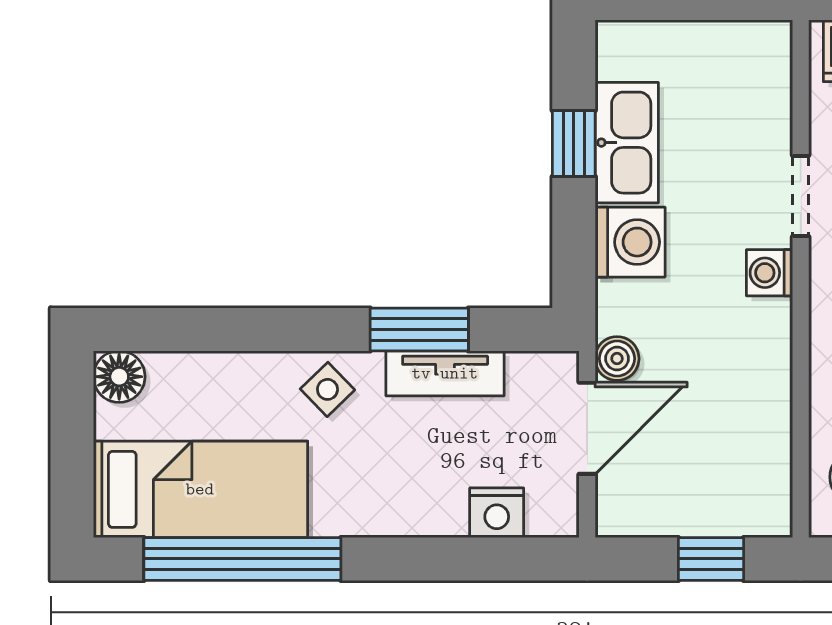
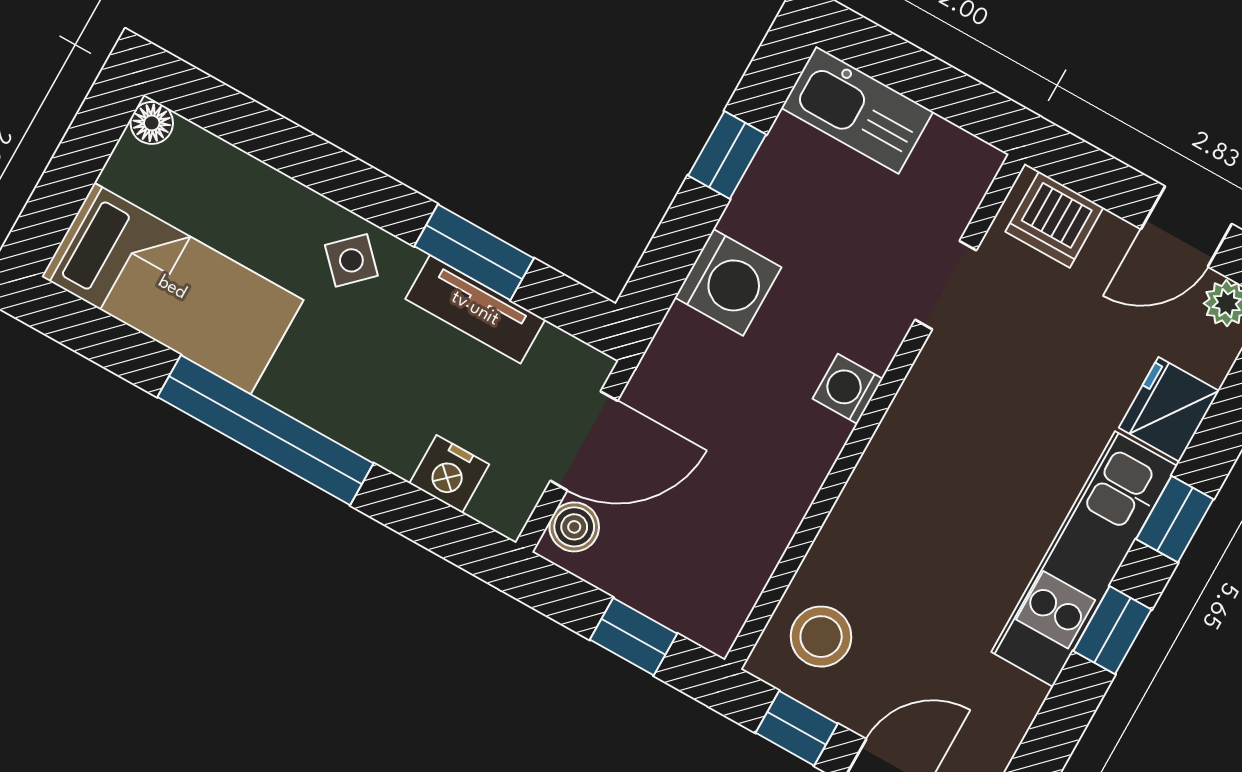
kitchen sink: (627, 143) -> (857, 110), moved, turned 90
doorway: (801, 196) -> (946, 285), moved
boiler: (617, 359) -> (574, 527), moved
floor lamp: (119, 377) -> (152, 123), width x0.73, depth x0.73
window: (242, 559) -> (265, 430), moved

